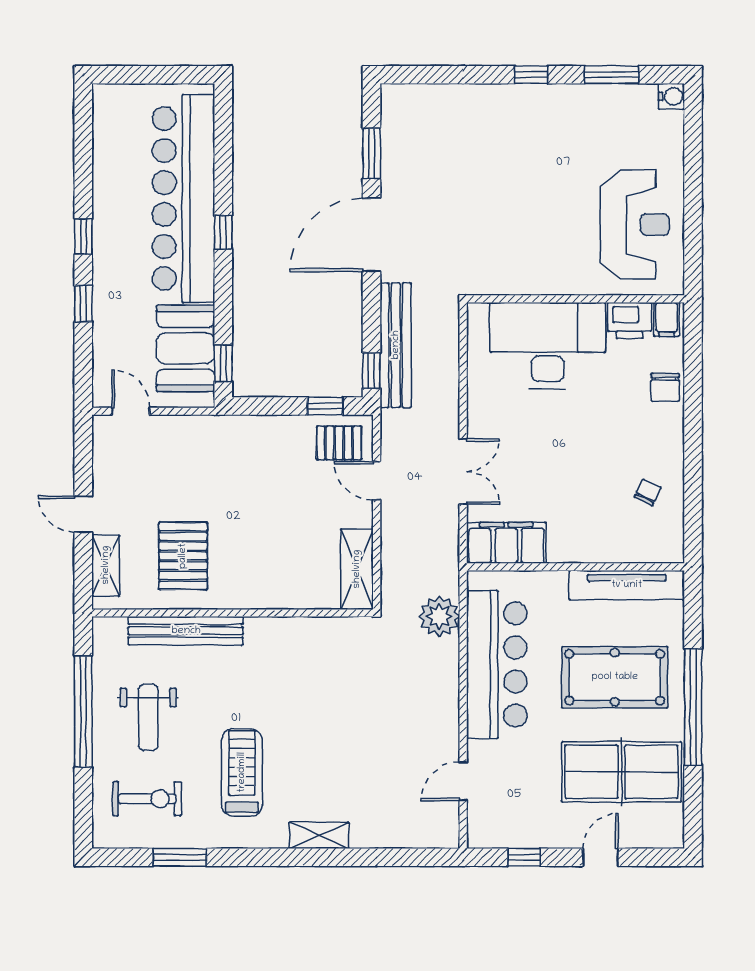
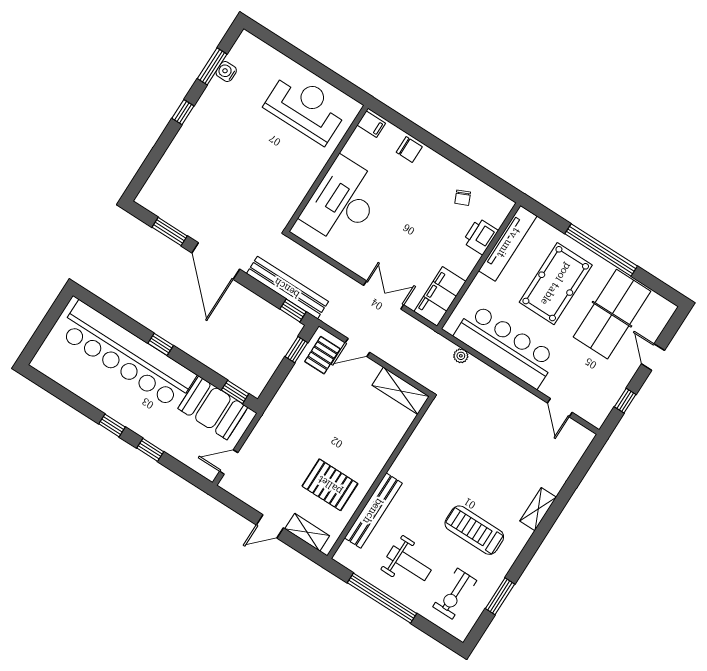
water cooler: (671, 96) -> (226, 72), moved, turned -90
printer: (629, 320) -> (480, 236), moved, turned 180
chair: (648, 492) -> (463, 198), turned -140
plant: (439, 616) -> (461, 356), width x0.53, depth x0.53
exercise bike: (147, 799) -> (455, 594), turned 180

